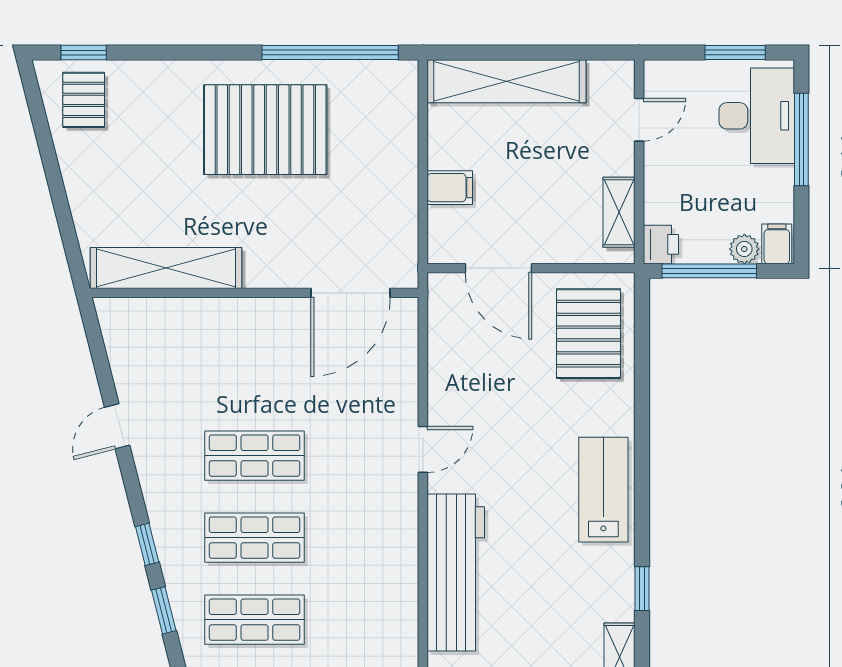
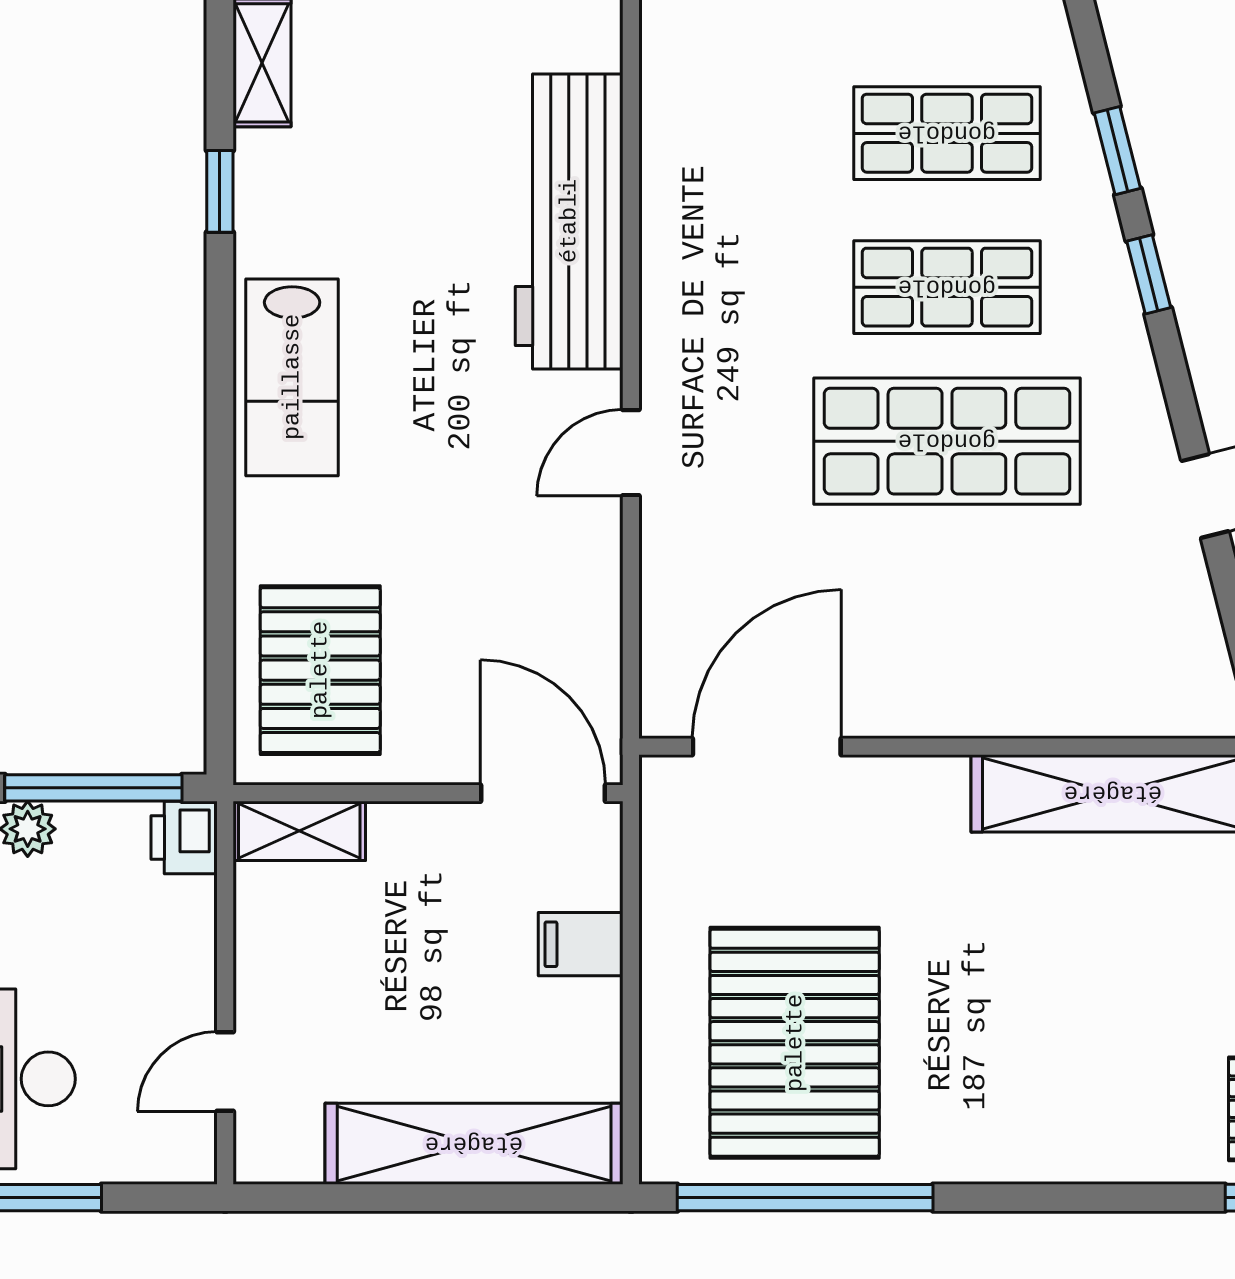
pallet: (265, 130) -> (795, 1043), moved, turned 90
shelving: (619, 212) -> (299, 831), moved, turned 90
door: (498, 268) -> (543, 793), moved
shop shelf: (255, 456) -> (947, 441), width x1.43, depth x1.36

